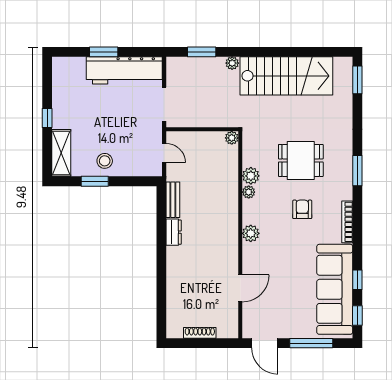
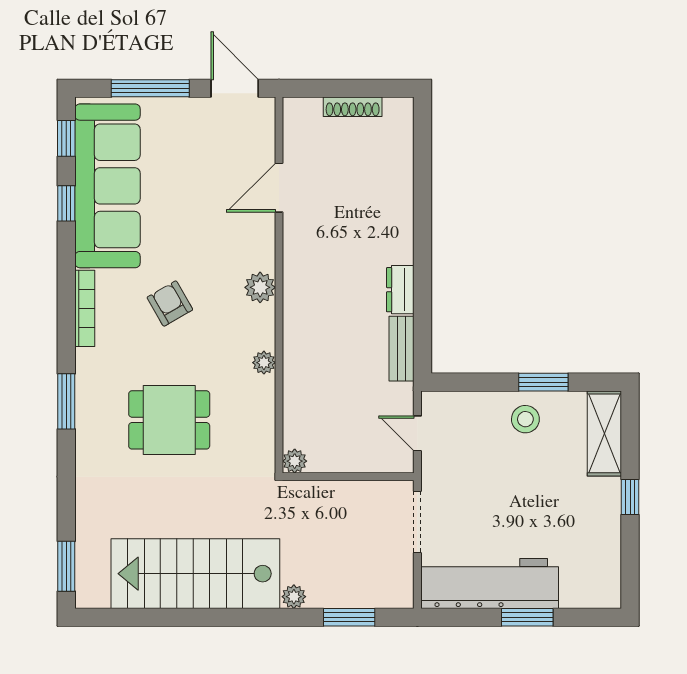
plant: (251, 176) -> (260, 392), removed
armchair: (302, 209) -> (170, 304), moved, turned 150

